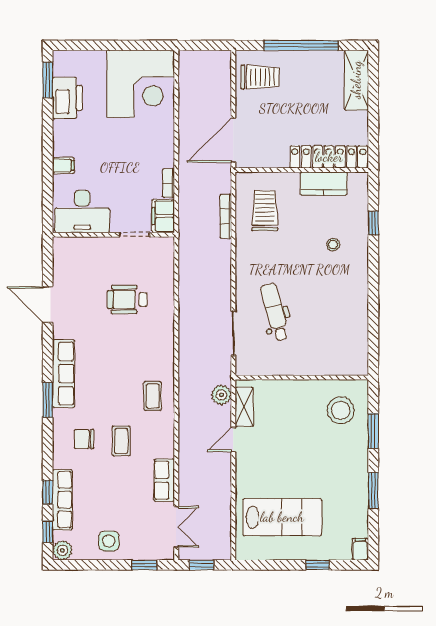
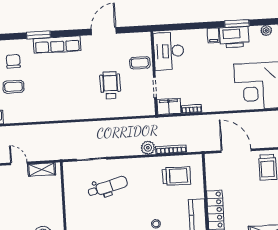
plant: (60, 68) -> (266, 30), added
window: (48, 80) -> (237, 23), moved
printer: (67, 98) -> (234, 37), moved
door: (233, 140) -> (236, 151), moved
filing cabinet: (63, 165) -> (213, 36), moved
plant: (221, 395) -> (148, 148), moved
coffee table: (153, 396) -> (140, 63), moved

